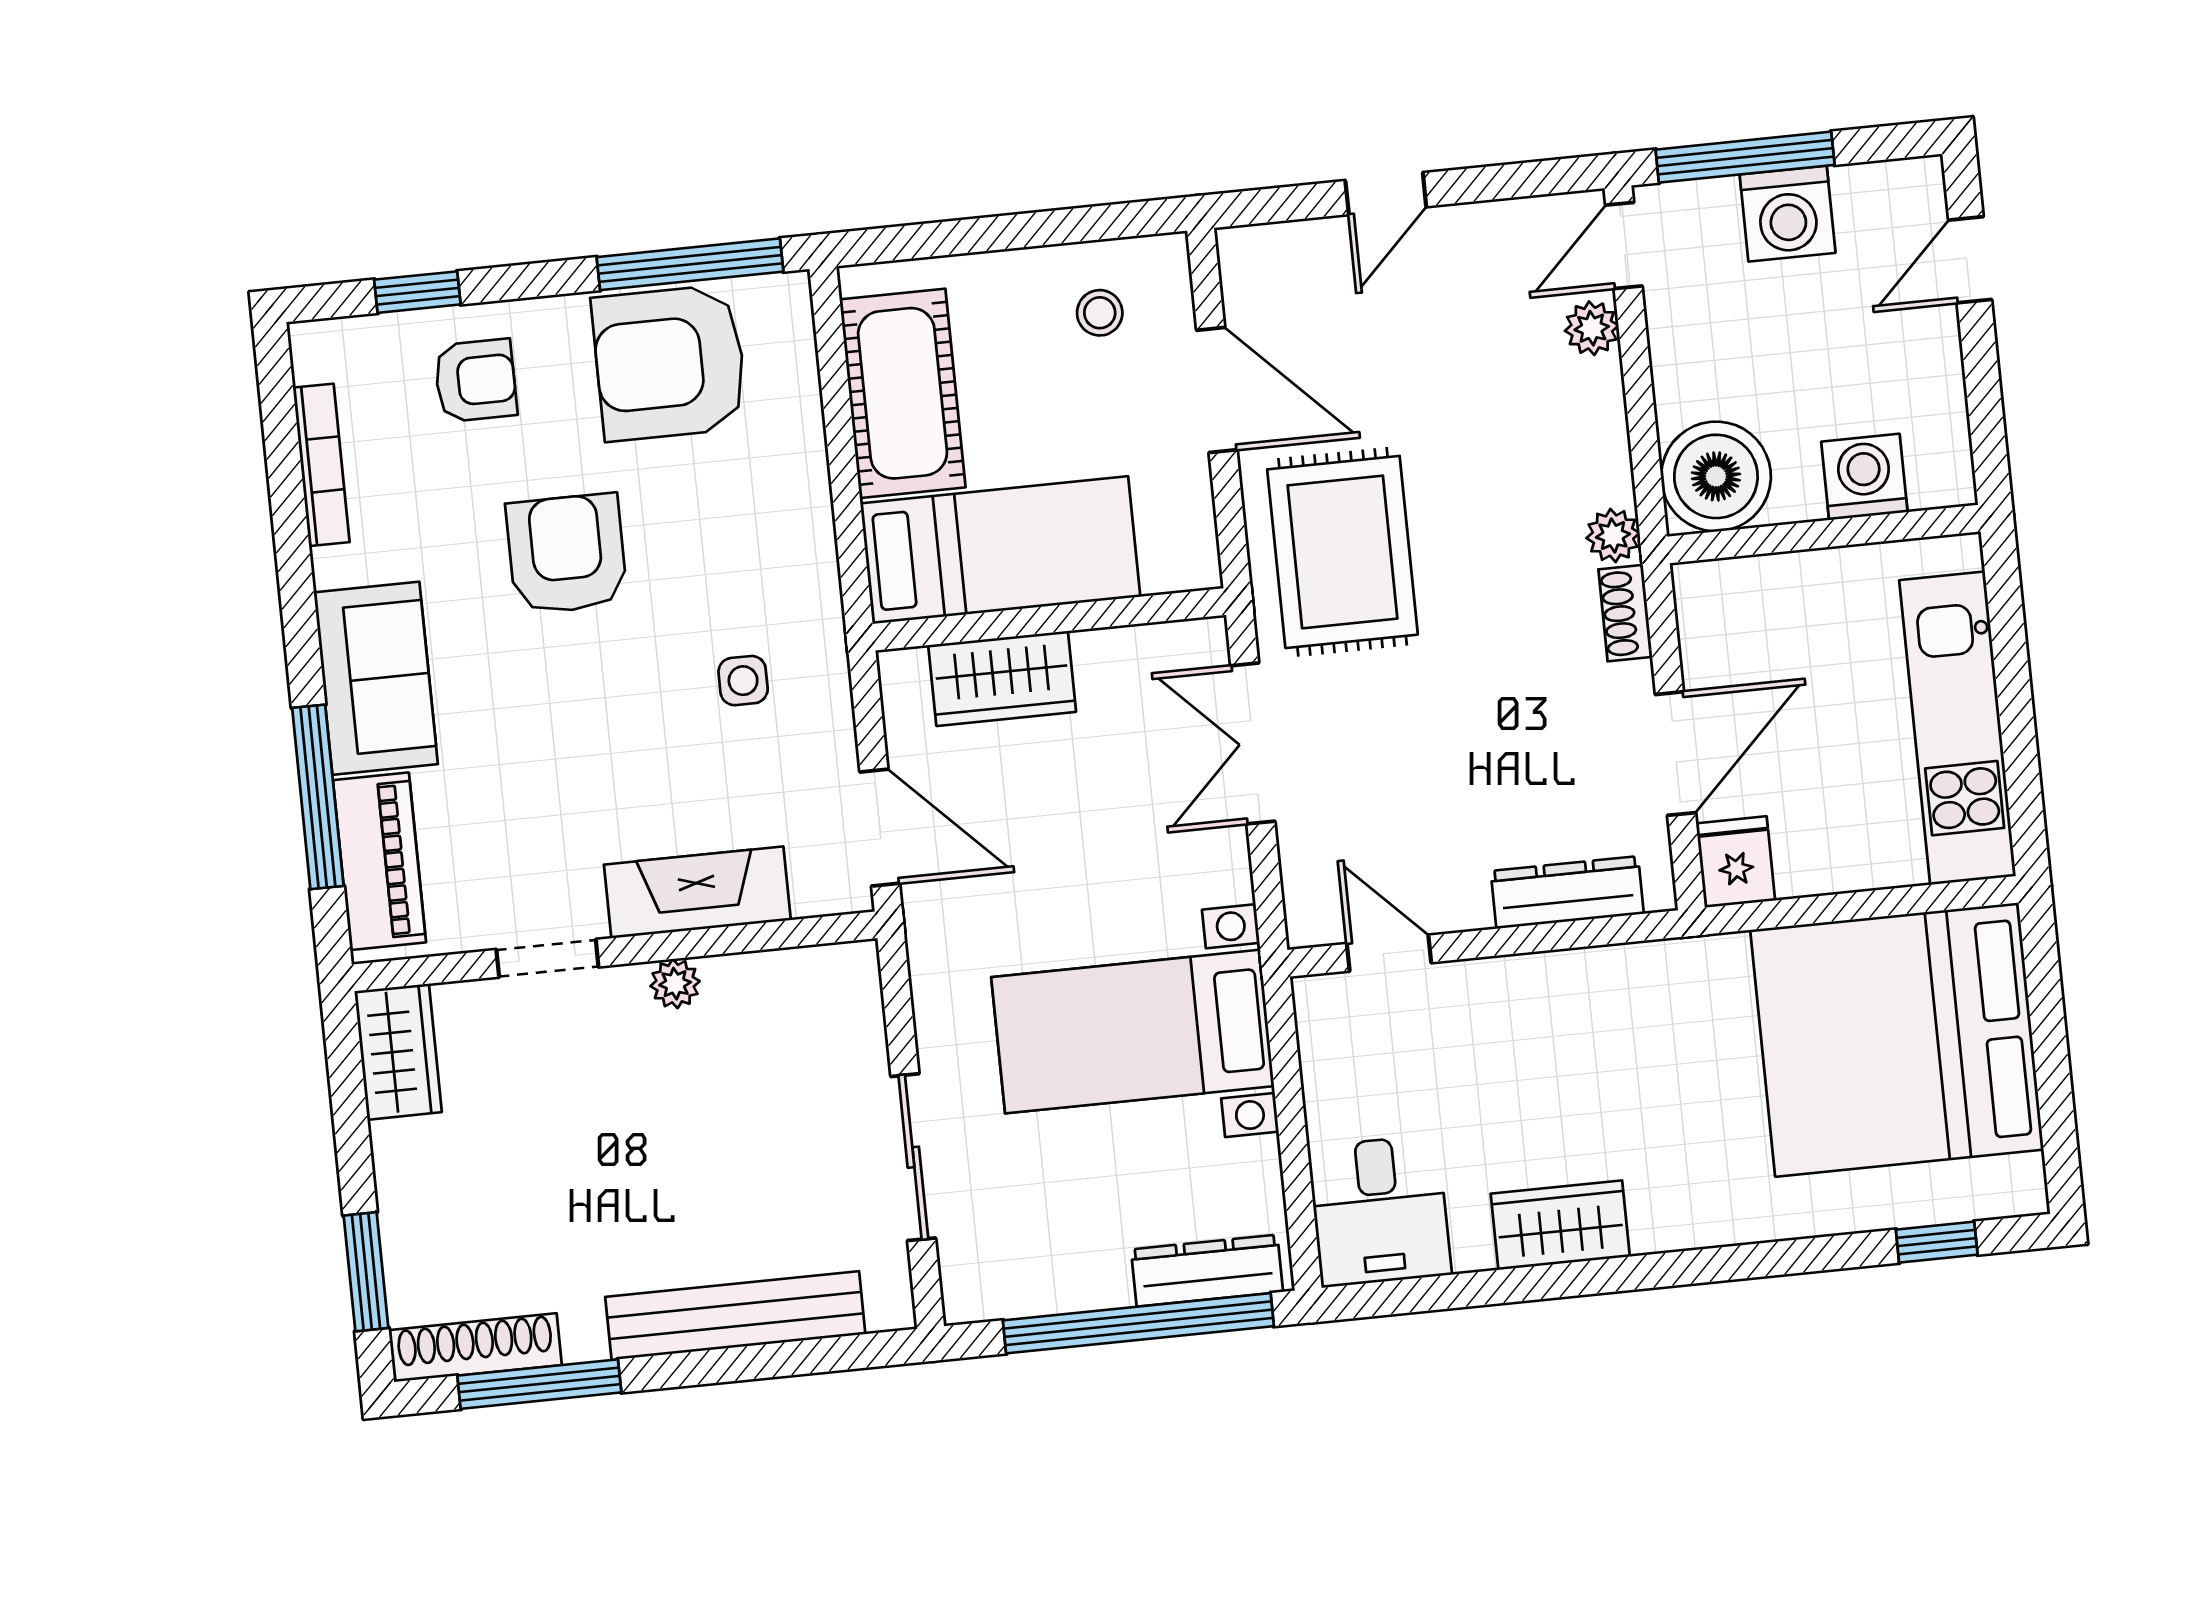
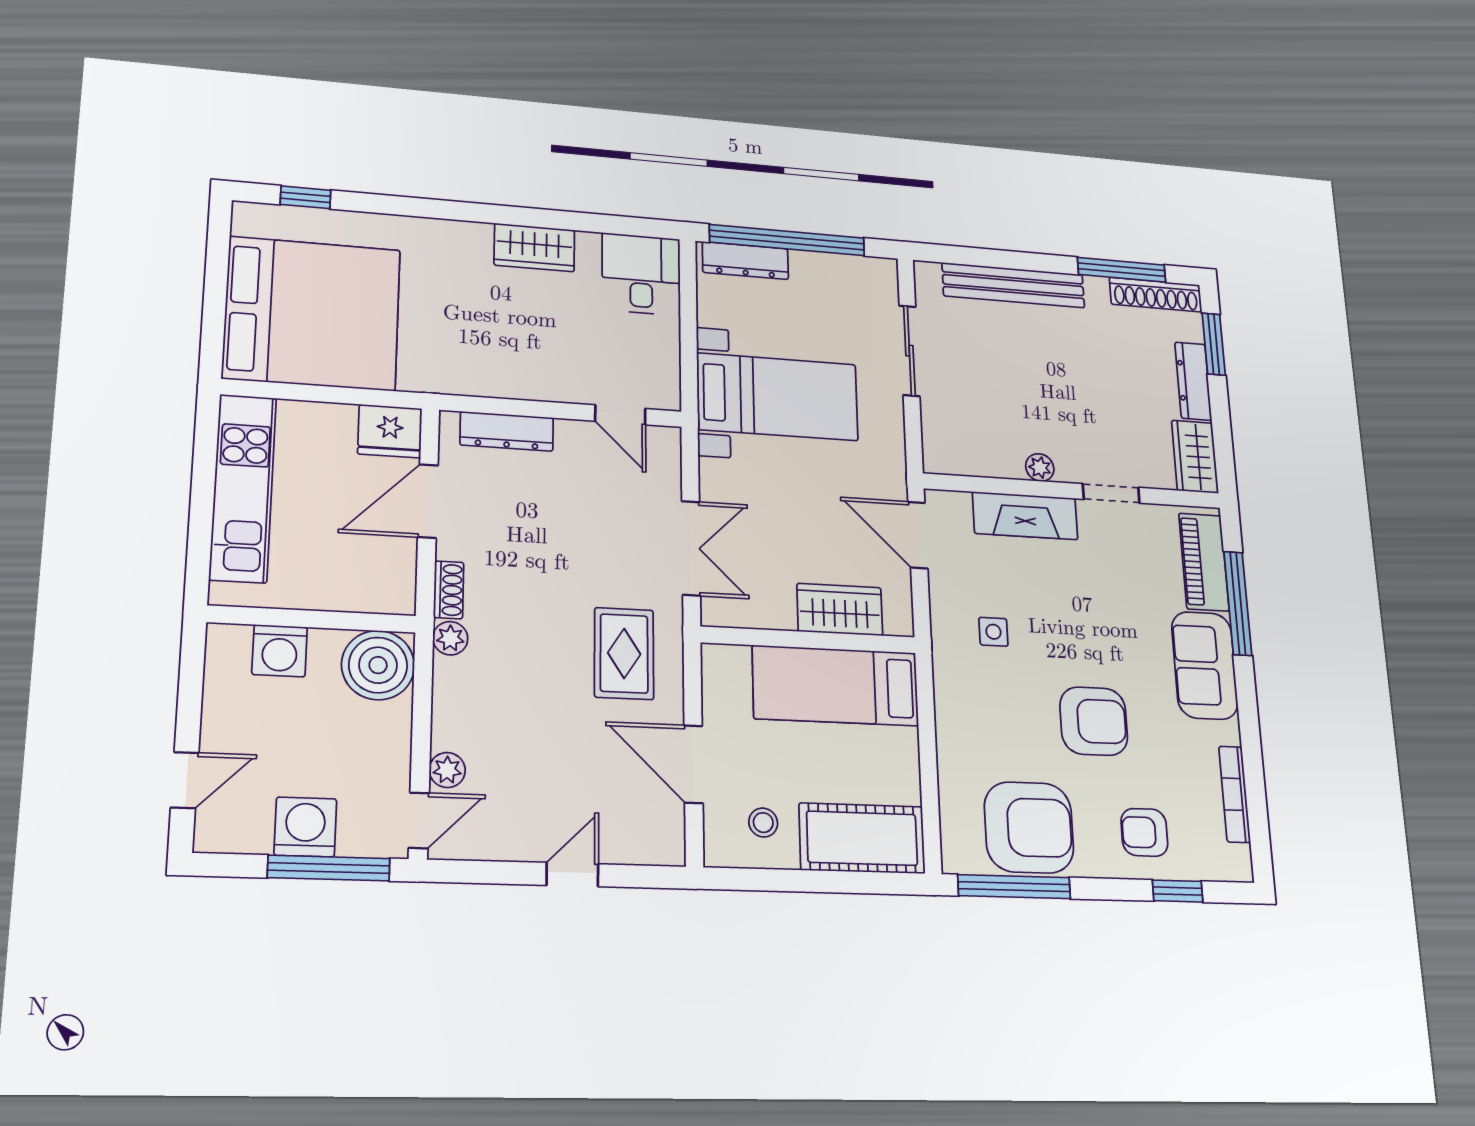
cot: (903, 393) -> (862, 838), moved, turned 90
rug: (1343, 552) -> (624, 653), width x0.73, depth x0.70
armchair: (567, 554) -> (1094, 721), turned -90
fridge: (1736, 862) -> (390, 431), width x1.38
dresser: (403, 1194) -> (1193, 381), added

